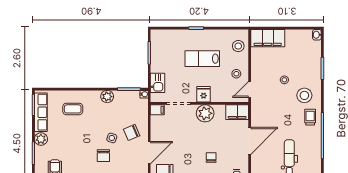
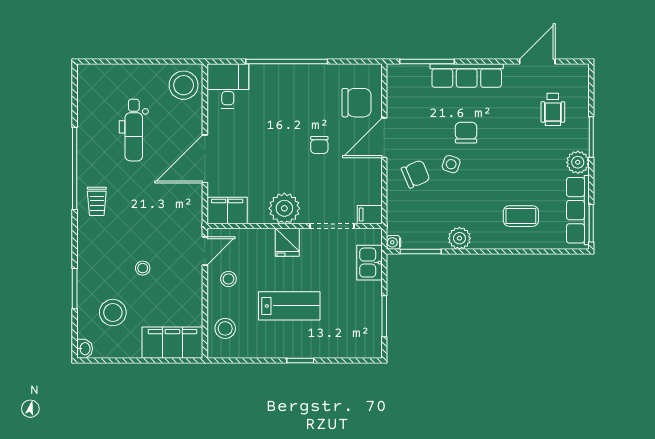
stool: (304, 95) -> (113, 313), moved
chair: (211, 157) -> (319, 145), moved

